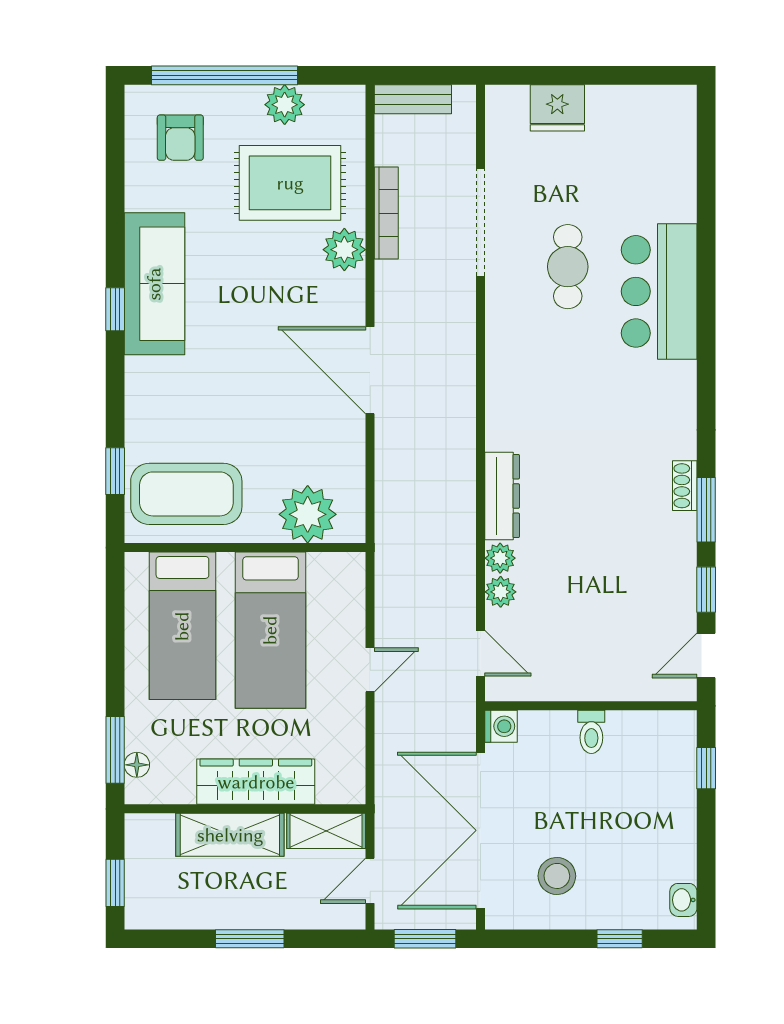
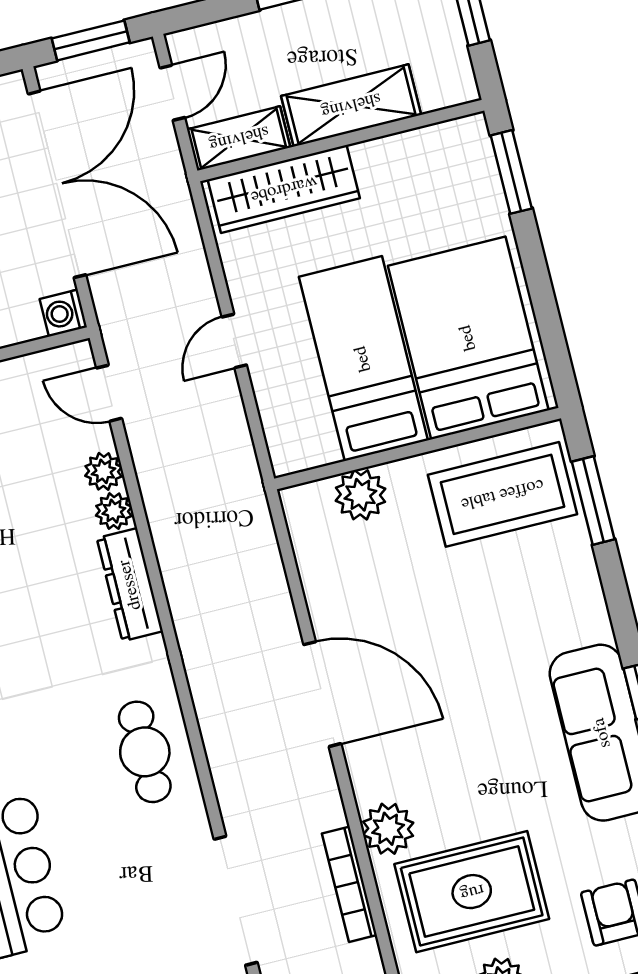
cafe table: (568, 267) -> (145, 752), moved
window: (115, 471) -> (593, 500), width x1.50
plant: (308, 514) -> (360, 495), width x0.73, depth x0.73
bed: (182, 626) -> (468, 338), width x1.50
floor lamp: (137, 765) -> (481, 161), removed
wardrobe: (256, 782) -> (284, 189), moved

